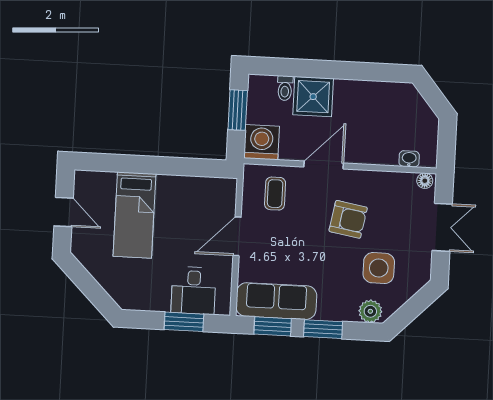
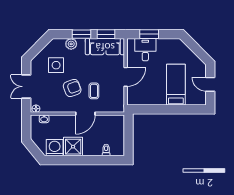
shower: (313, 97) -> (73, 147), moved
window: (238, 110) -> (128, 138), removed
washing machine: (262, 142) -> (55, 148), moved, turned 180
coffee table: (275, 194) -> (94, 91), moved
armchair: (348, 219) -> (72, 88), turned 150
plant: (370, 311) -> (71, 44), moved

